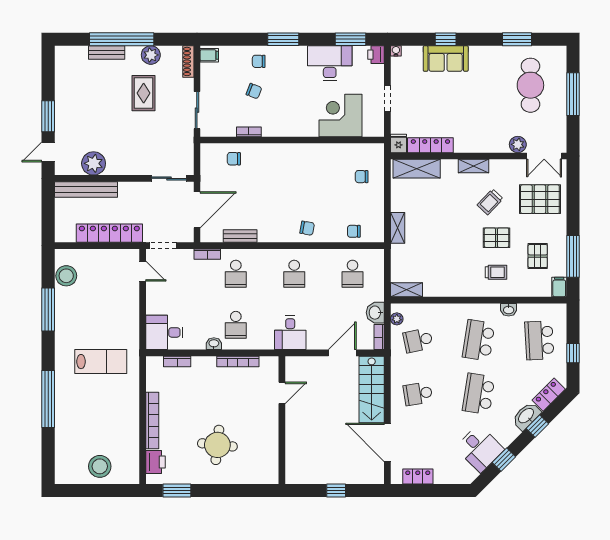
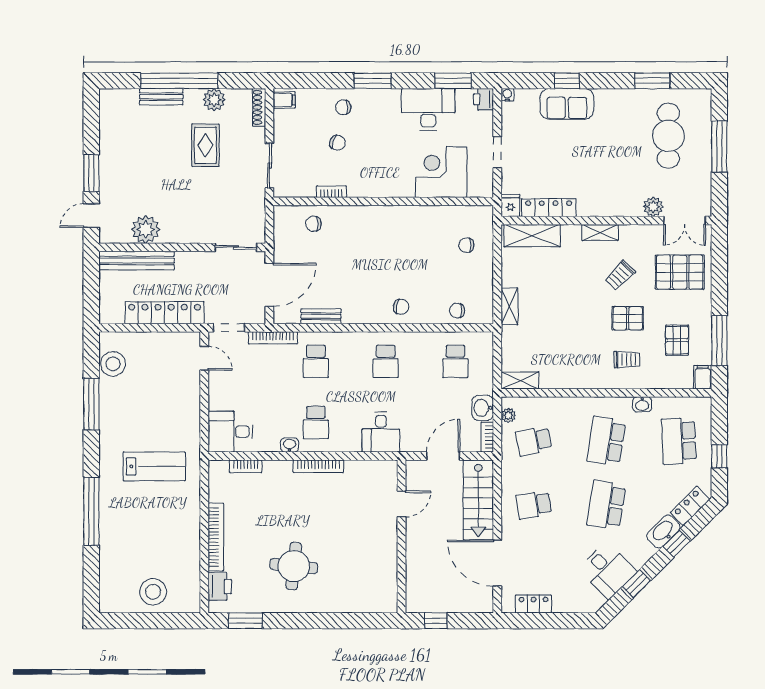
bookcase: (207, 254) -> (273, 338), width x1.56
door: (282, 393) -> (401, 504), moved
wall: (282, 420) -> (401, 536), moved

